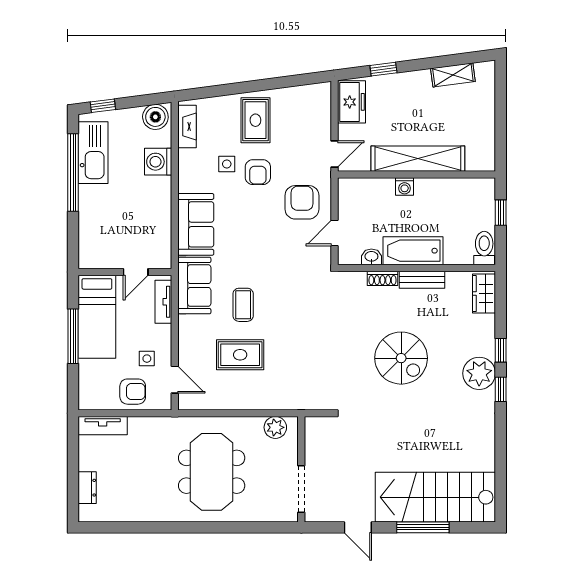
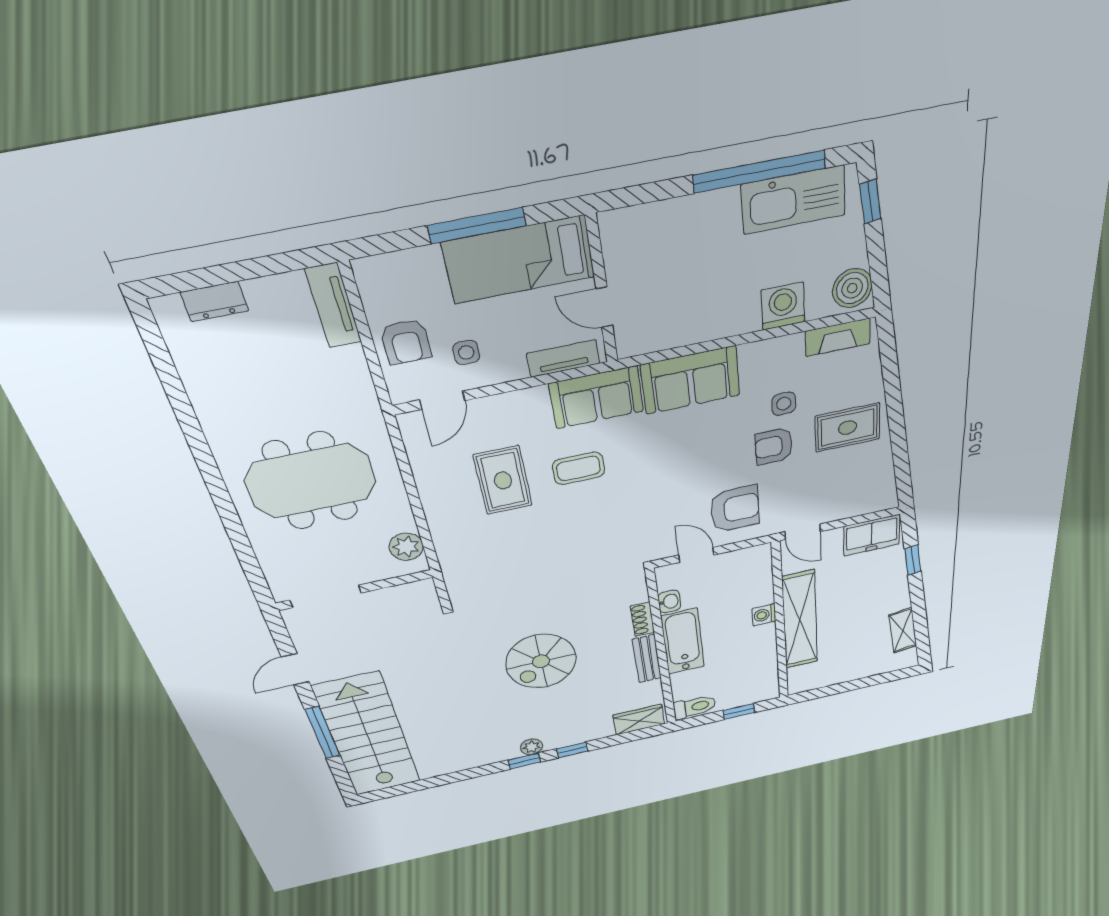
plant: (479, 373) -> (532, 747), width x0.53, depth x0.53

